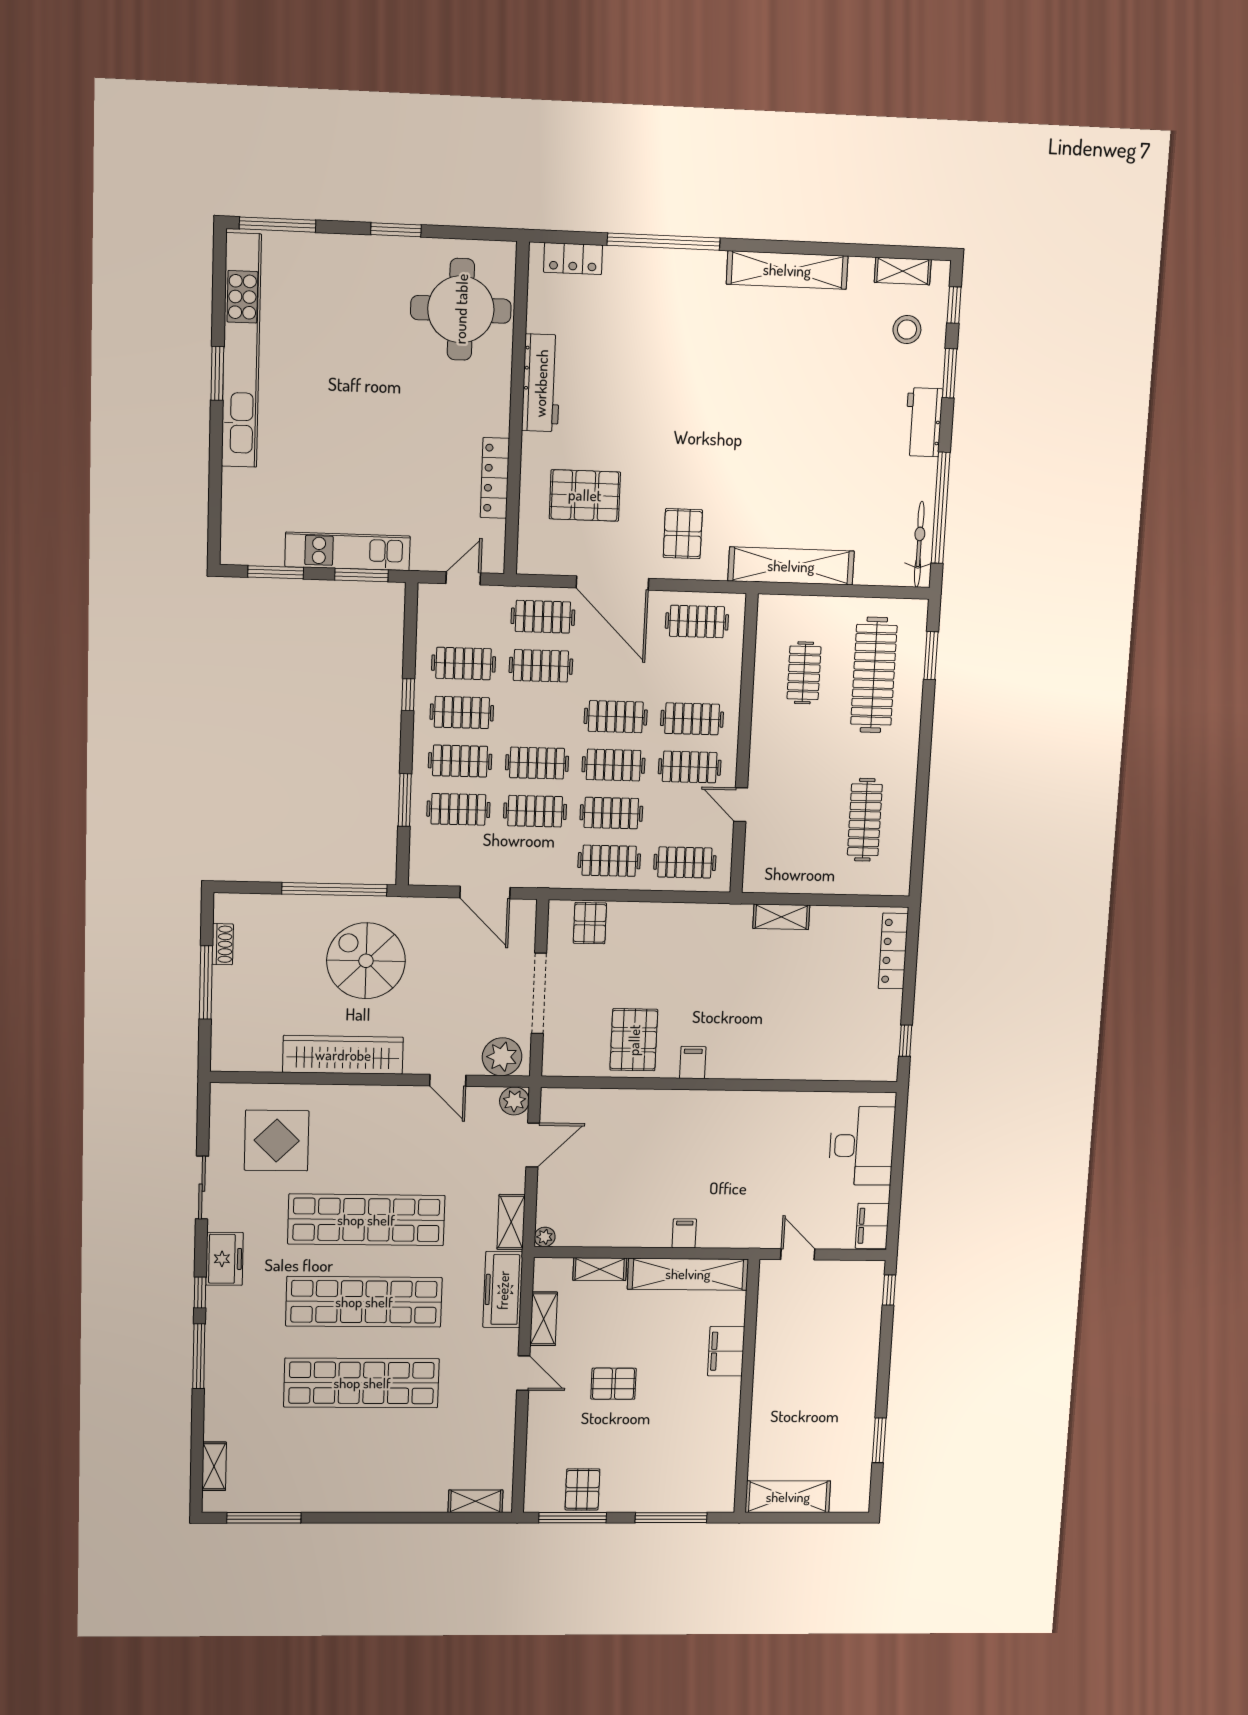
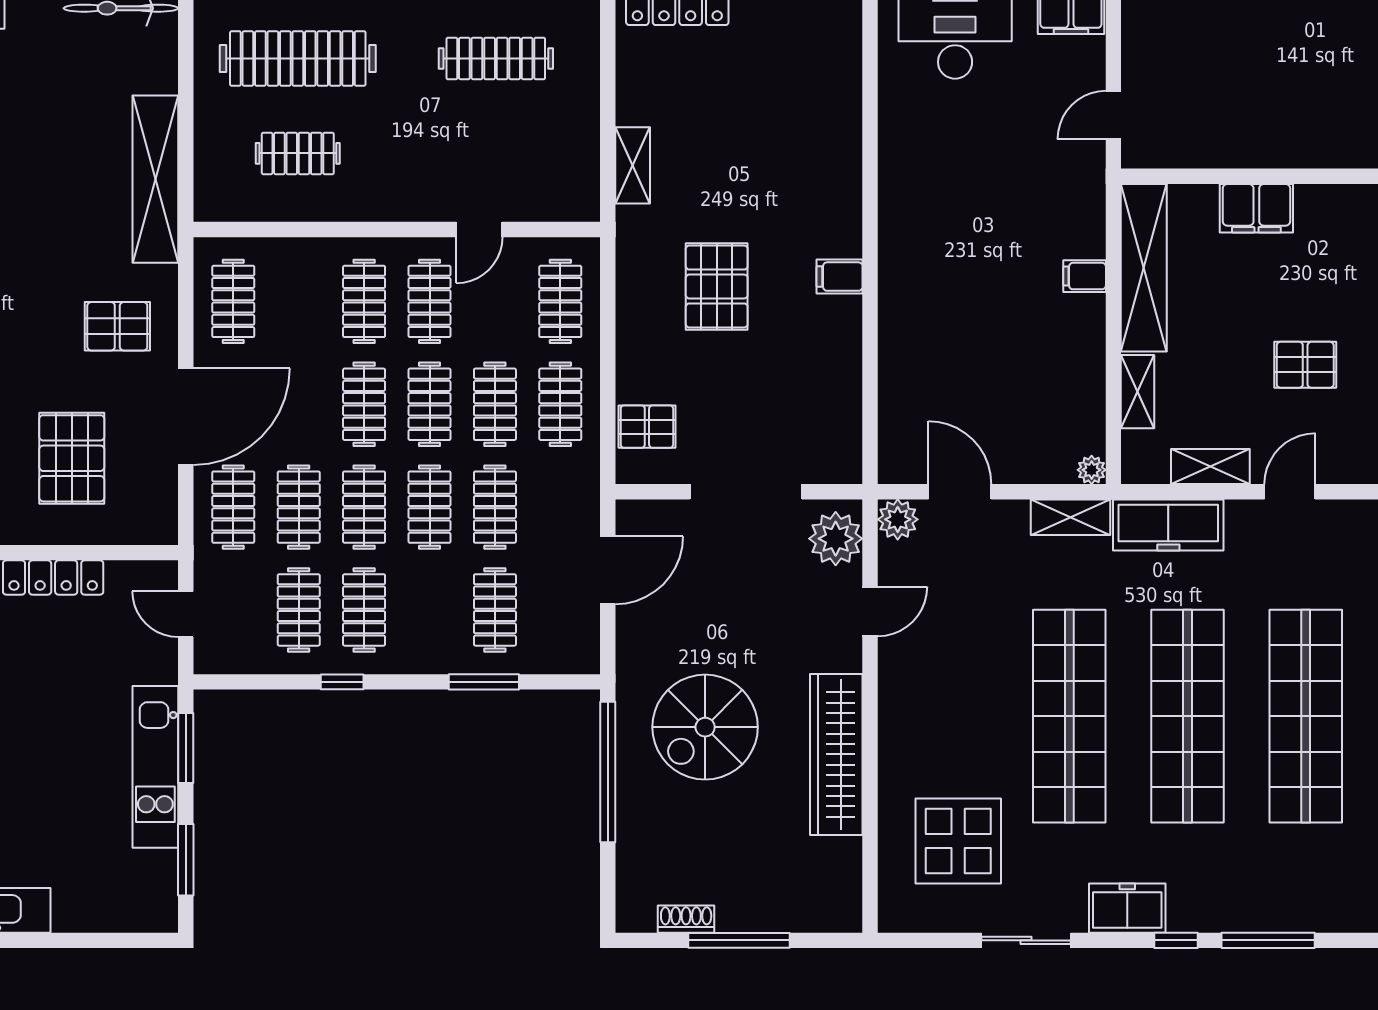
clothes rail: (460, 761) -> (364, 507), moved
pallet: (634, 1040) -> (717, 286), moved, turned 90
pallet: (613, 1384) -> (1305, 365), turned 90

